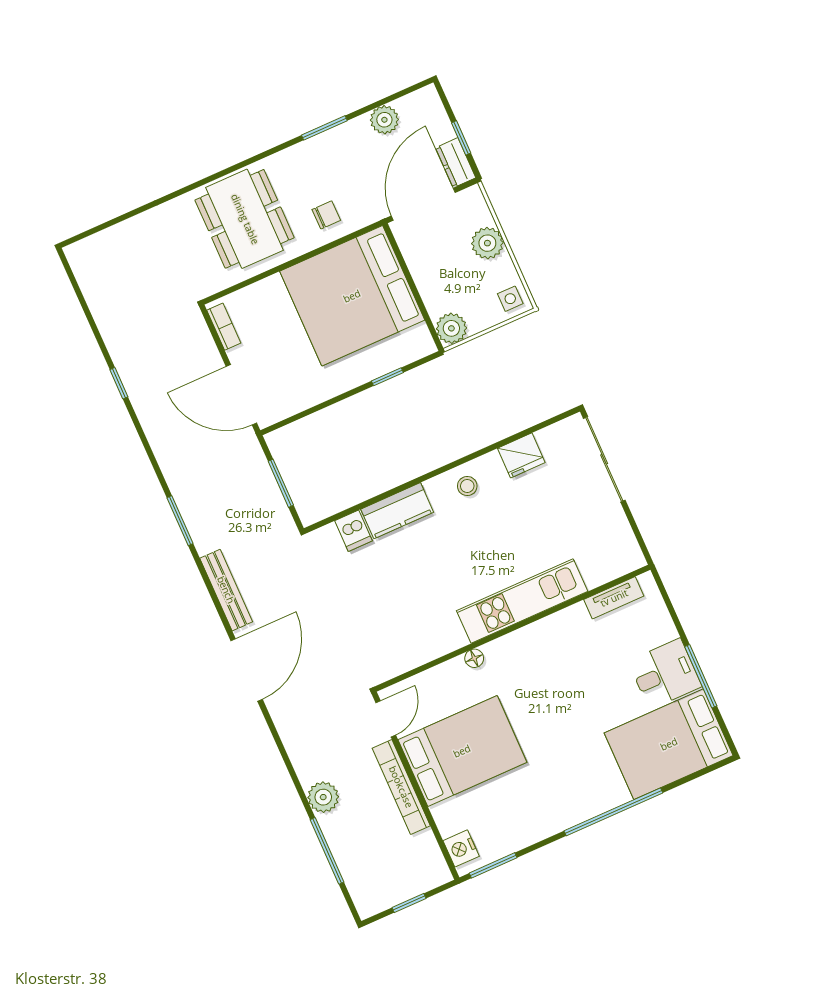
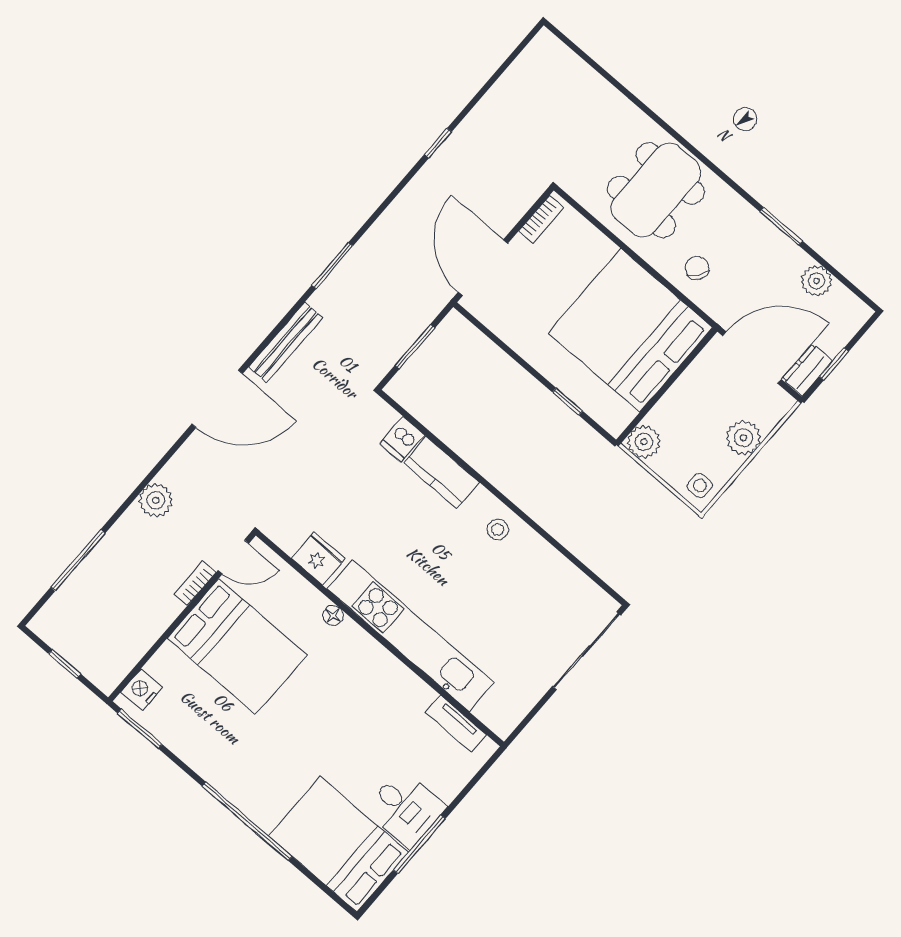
chair: (326, 215) -> (697, 268), turned -144
fridge: (521, 455) -> (318, 558), moved, turned 180
kitchen unit: (522, 601) -> (411, 636), width x1.36
bookcase: (401, 787) -> (195, 583), width x0.43, depth x0.76
plant: (323, 797) -> (156, 500), moved

